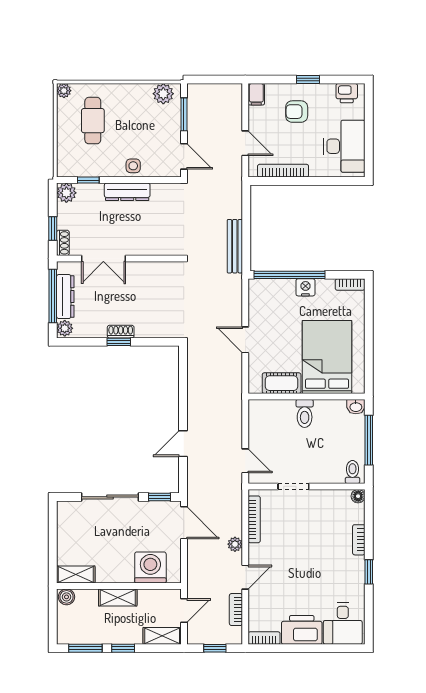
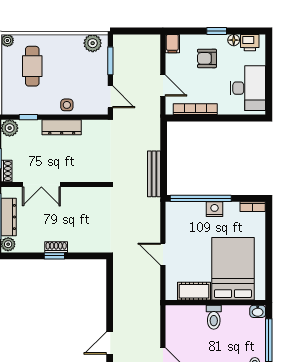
floor lamp: (328, 90) -> (234, 40), added

